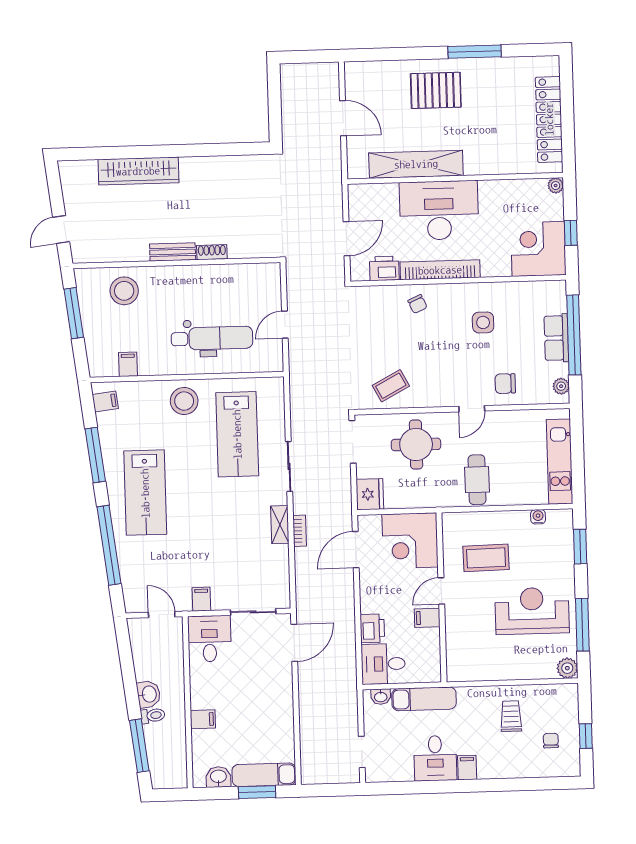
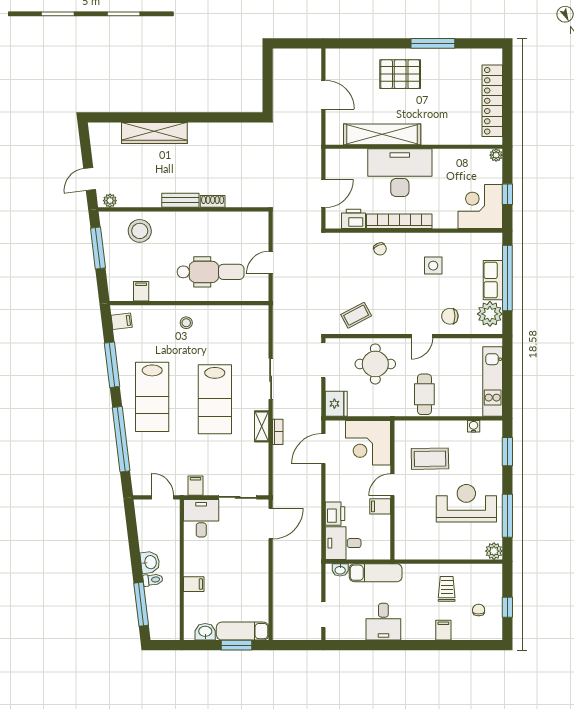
plant: (87, 255) -> (110, 201), added
plant: (561, 386) -> (490, 314), width x1.88, depth x1.88
stool: (184, 401) -> (186, 323), width x0.53, depth x0.53
lab bench: (237, 434) -> (215, 399), moved
filing cabinet: (467, 768) -> (443, 630), moved

